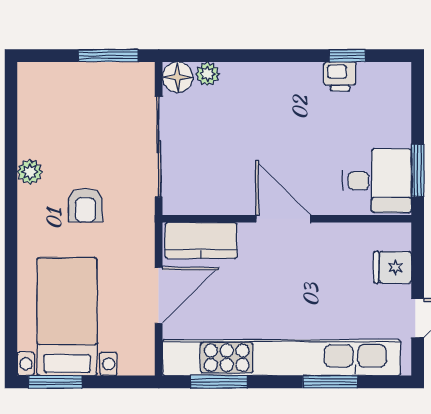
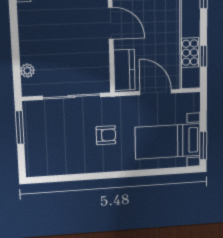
floor lamp: (178, 77) -> (30, 88), removed
plant: (30, 172) -> (88, 166), removed
door: (283, 219) -> (111, 23), swing flipped
window: (219, 382) -> (204, 56), width x0.67

